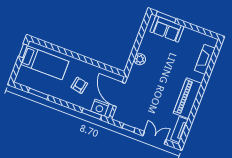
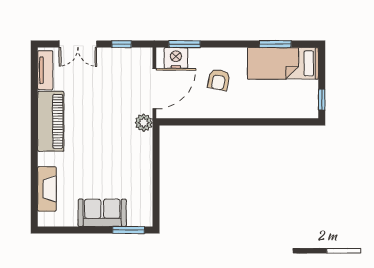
sofa: (167, 29) -> (102, 213), moved
plant: (140, 59) -> (144, 123), moved
bed: (45, 63) -> (283, 63), moved
door: (119, 94) -> (154, 89), hinge flipped

